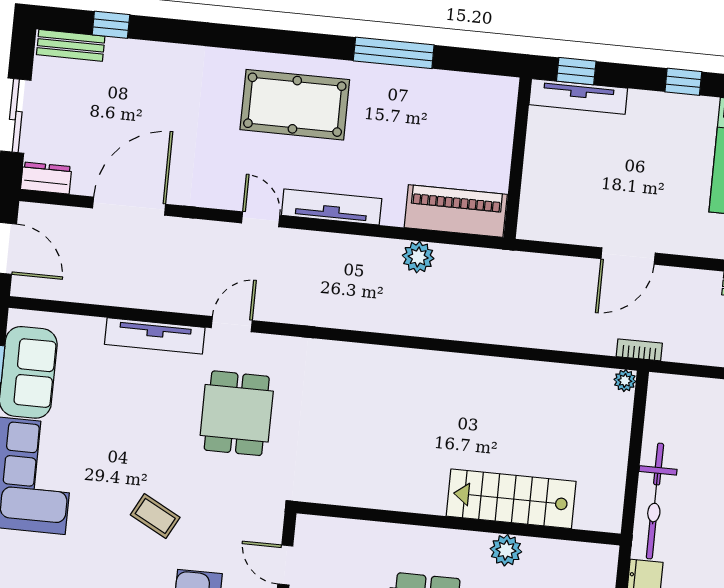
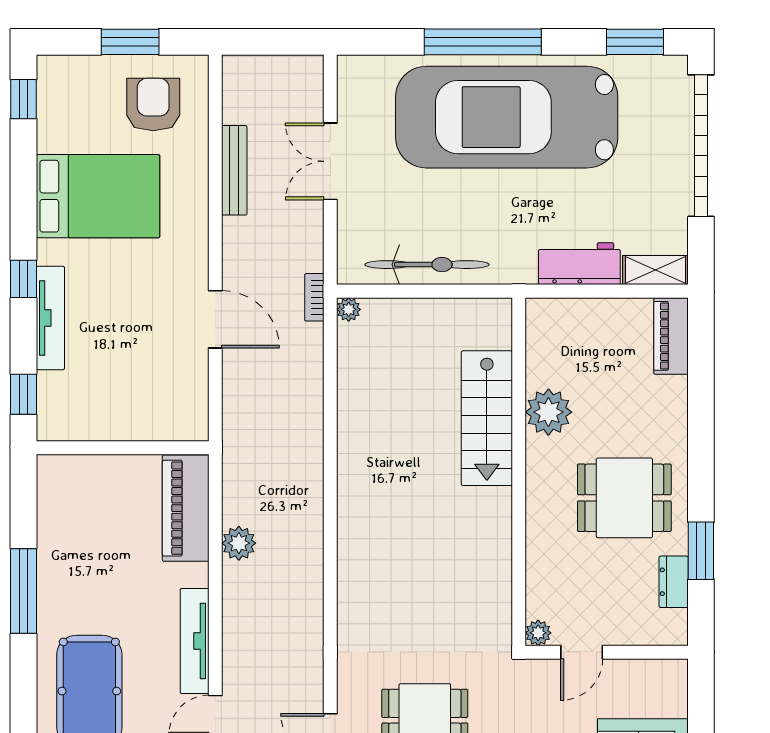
tv unit: (578, 96) -> (50, 318), moved
bicycle: (655, 501) -> (427, 265), moved
plant: (307, 526) -> (538, 633), added
plant: (506, 550) -> (548, 412), width x1.36, depth x1.36

